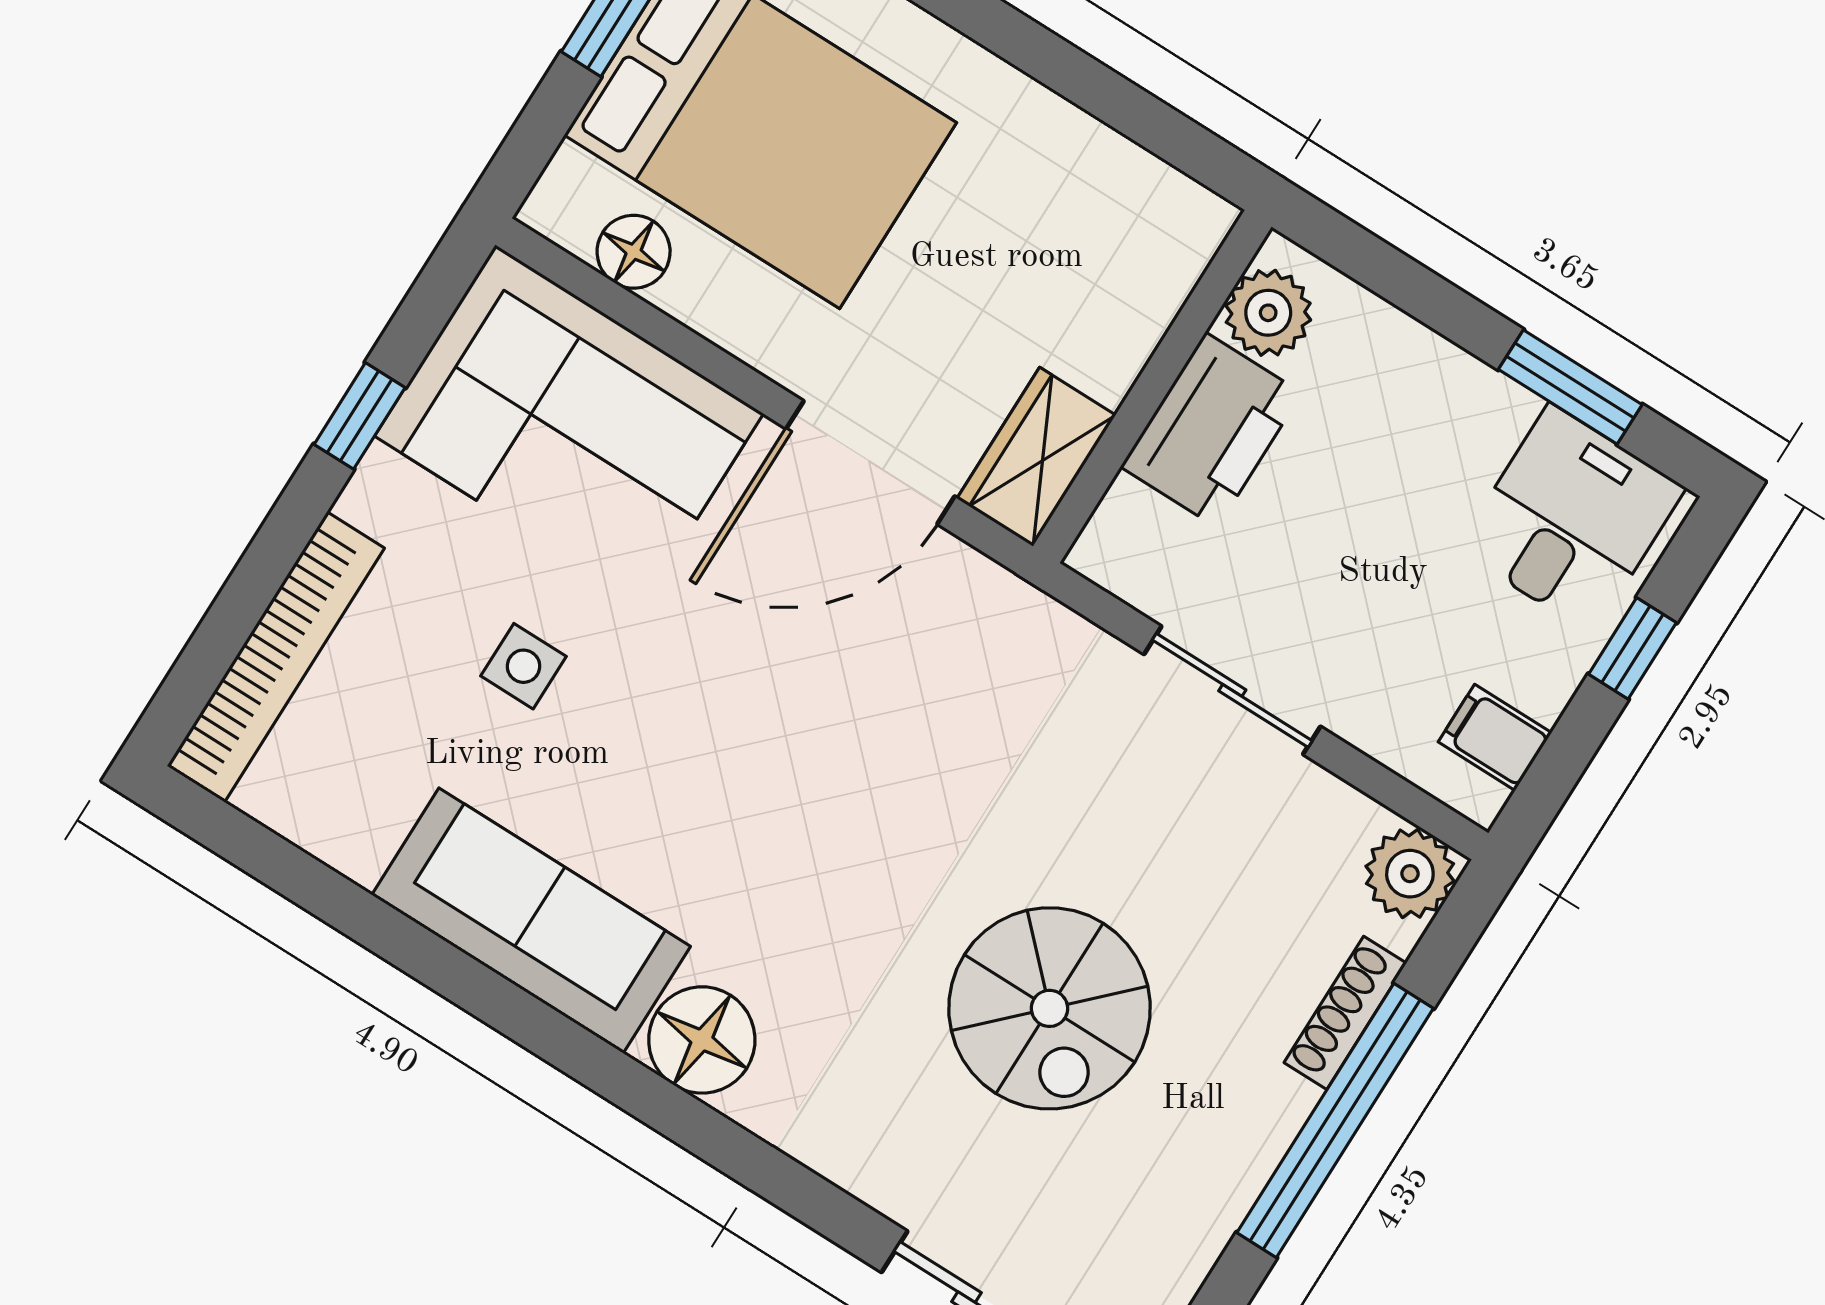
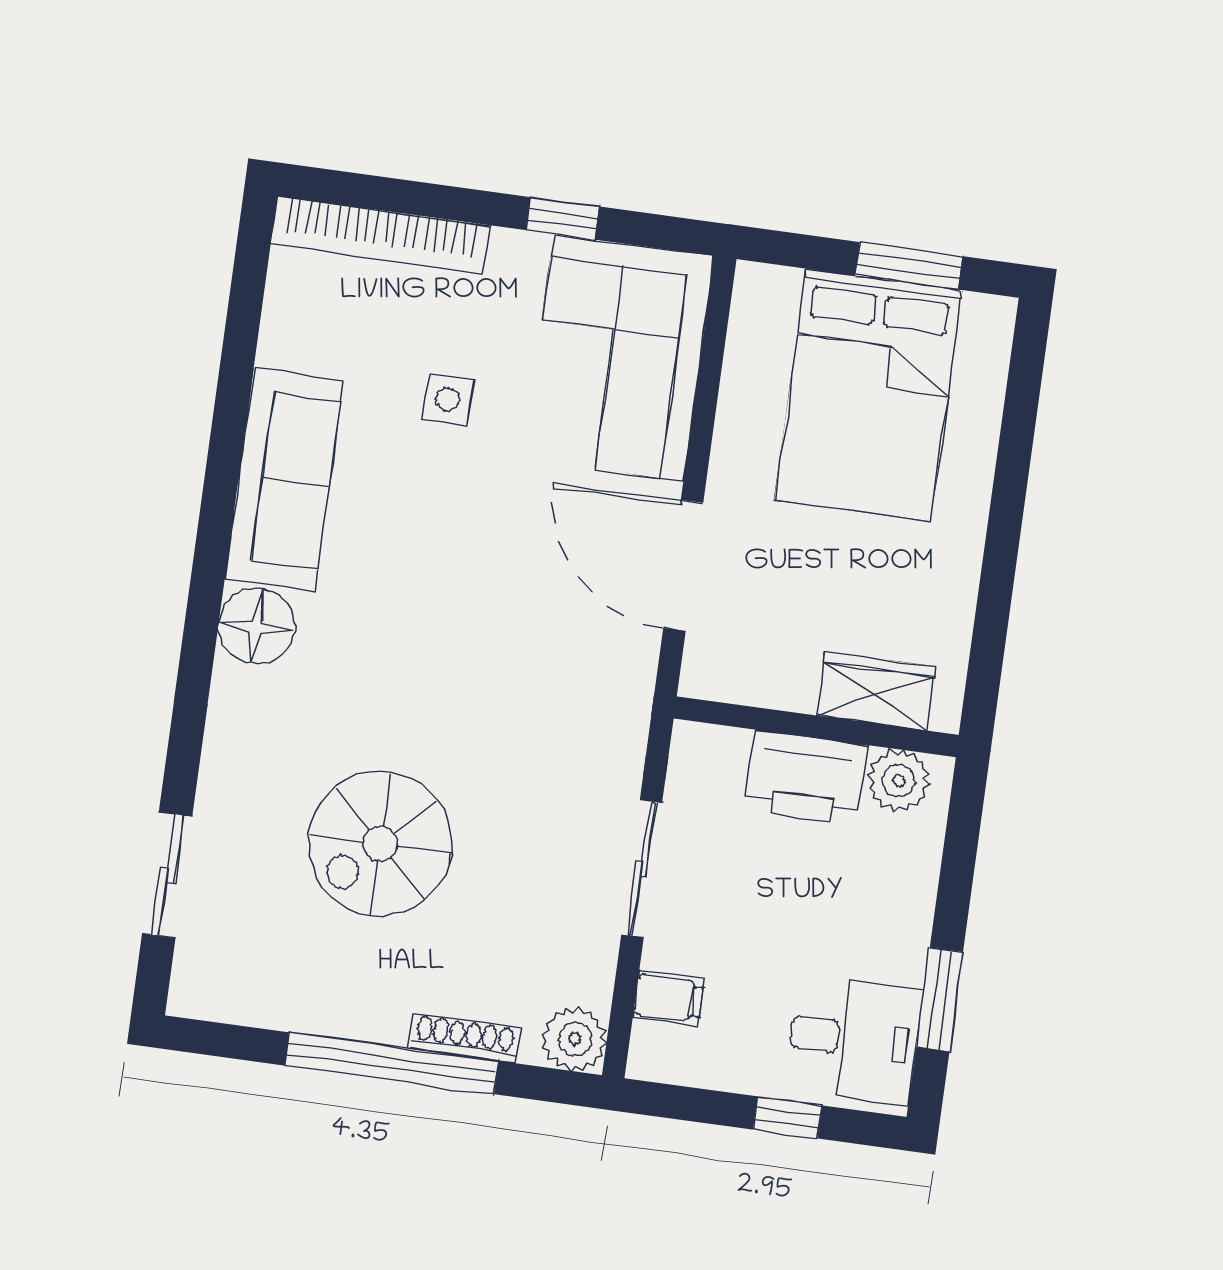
floor lamp: (634, 252) -> (751, 349), removed
wardrobe: (1036, 457) -> (876, 691), moved
filing cabinet: (1495, 737) -> (668, 998), moved, turned 90

